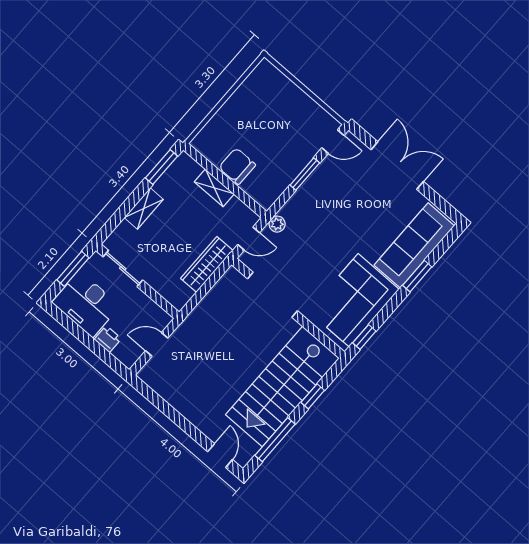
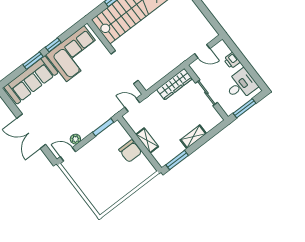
window: (305, 174) -> (103, 127), moved
plant: (277, 224) -> (75, 139), moved
wardrobe: (207, 264) -> (175, 84), moved
sliding door: (123, 268) -> (206, 93), moved
desk: (86, 304) -> (241, 85), width x0.73
window: (364, 337) -> (53, 45), moved

